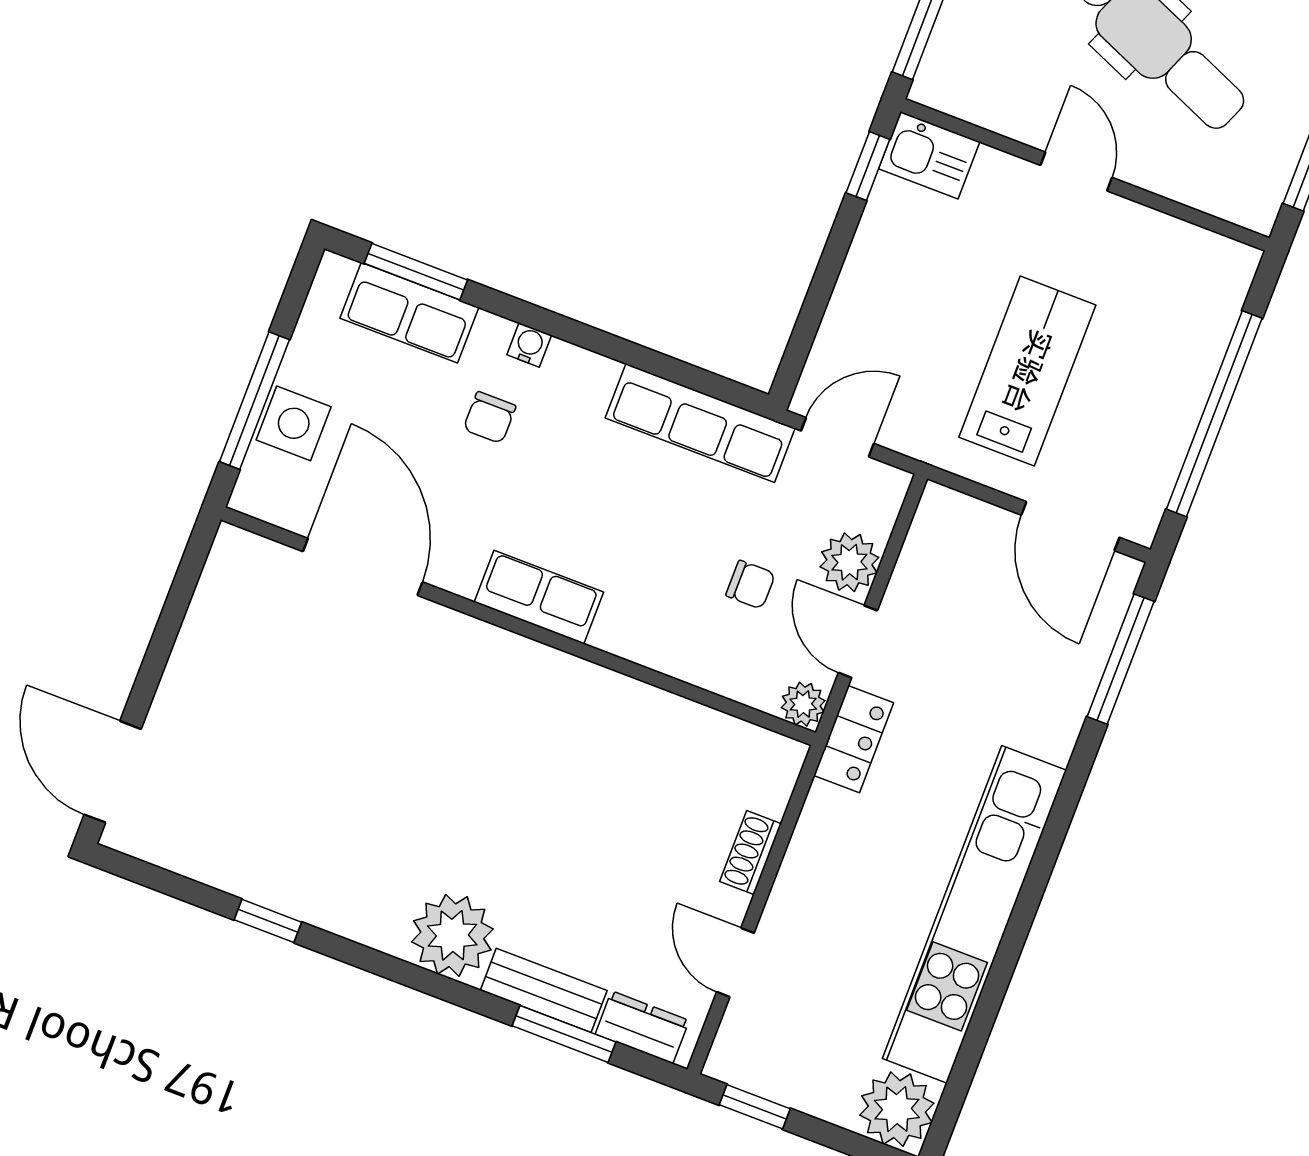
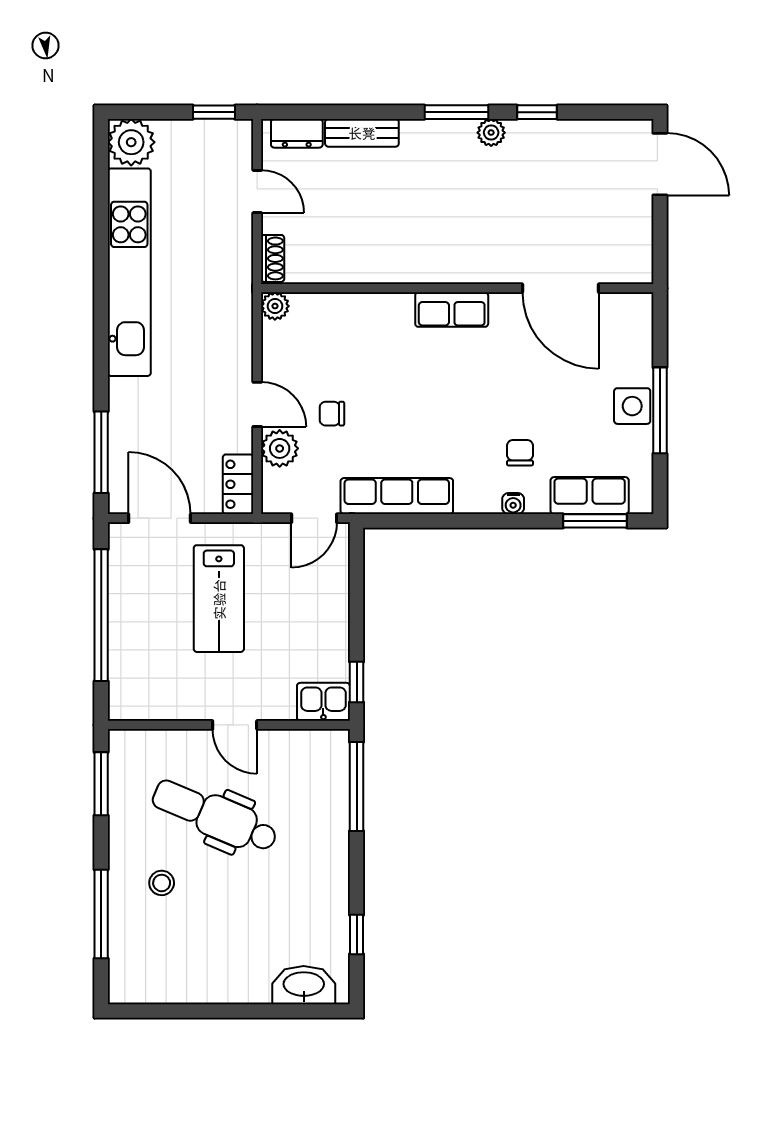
door: (363, 567) -> (560, 288), moved
row of seats: (539, 597) -> (452, 310), moved
wall: (518, 626) -> (457, 288), moved
plant: (803, 704) -> (275, 306), moved
locker: (854, 739) -> (238, 484), moved
plant: (452, 935) -> (491, 133), moved, width x0.53, depth x0.53
window: (564, 1034) -> (456, 112), moved

